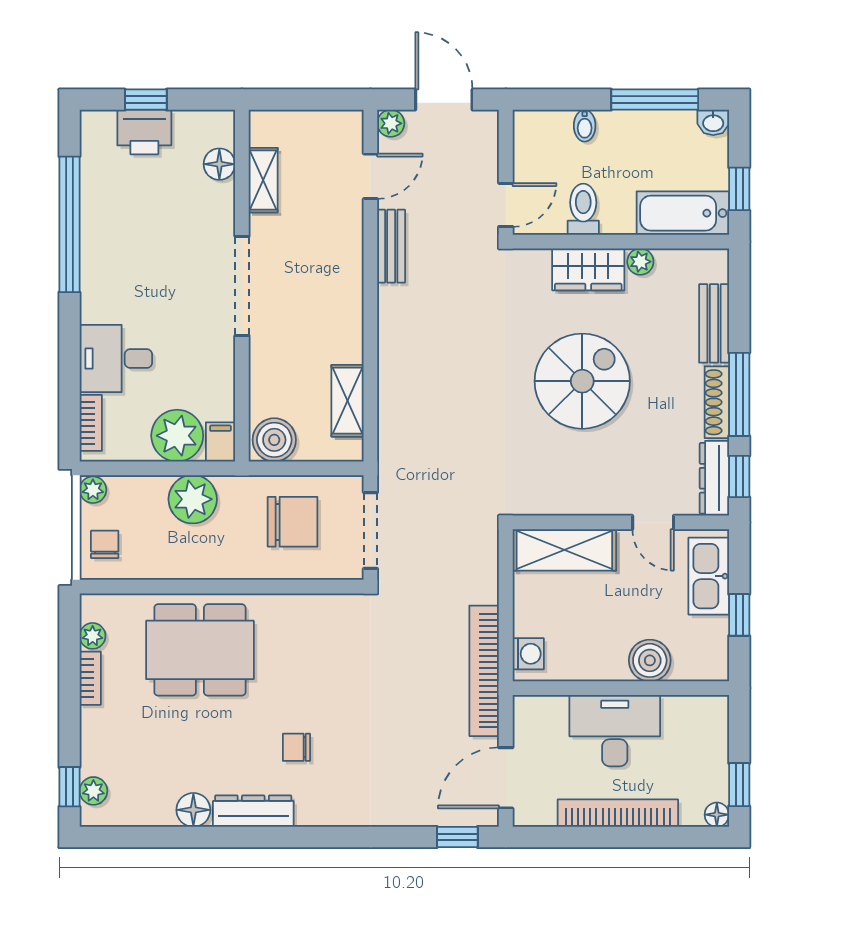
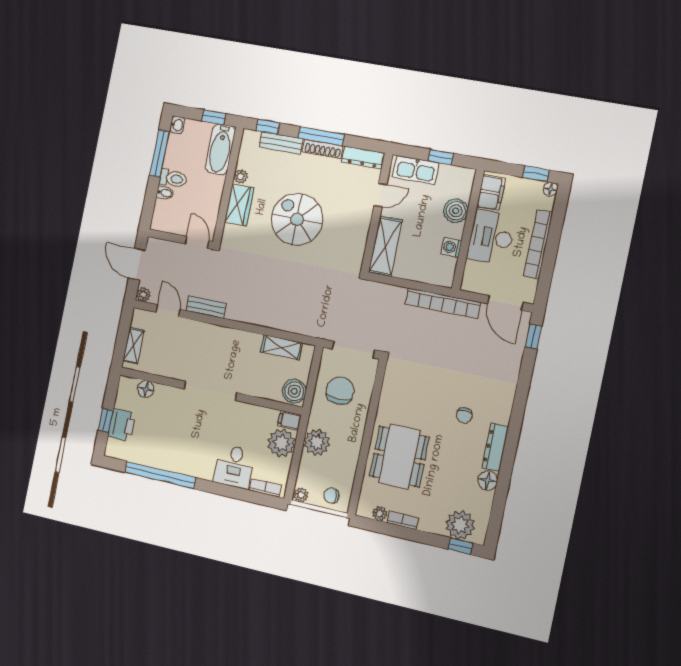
door: (444, 100) -> (137, 264), hinge flipped
shelving: (263, 180) -> (133, 346), moved, turned 90
toilet: (583, 209) -> (173, 179), moved, turned 180
window: (739, 476) -> (268, 127), moved
washing machine: (528, 654) -> (451, 247), moved, turned -90
filing cabinet: (693, 715) -> (491, 193), added
plant: (93, 791) -> (460, 525), width x1.88, depth x1.88

